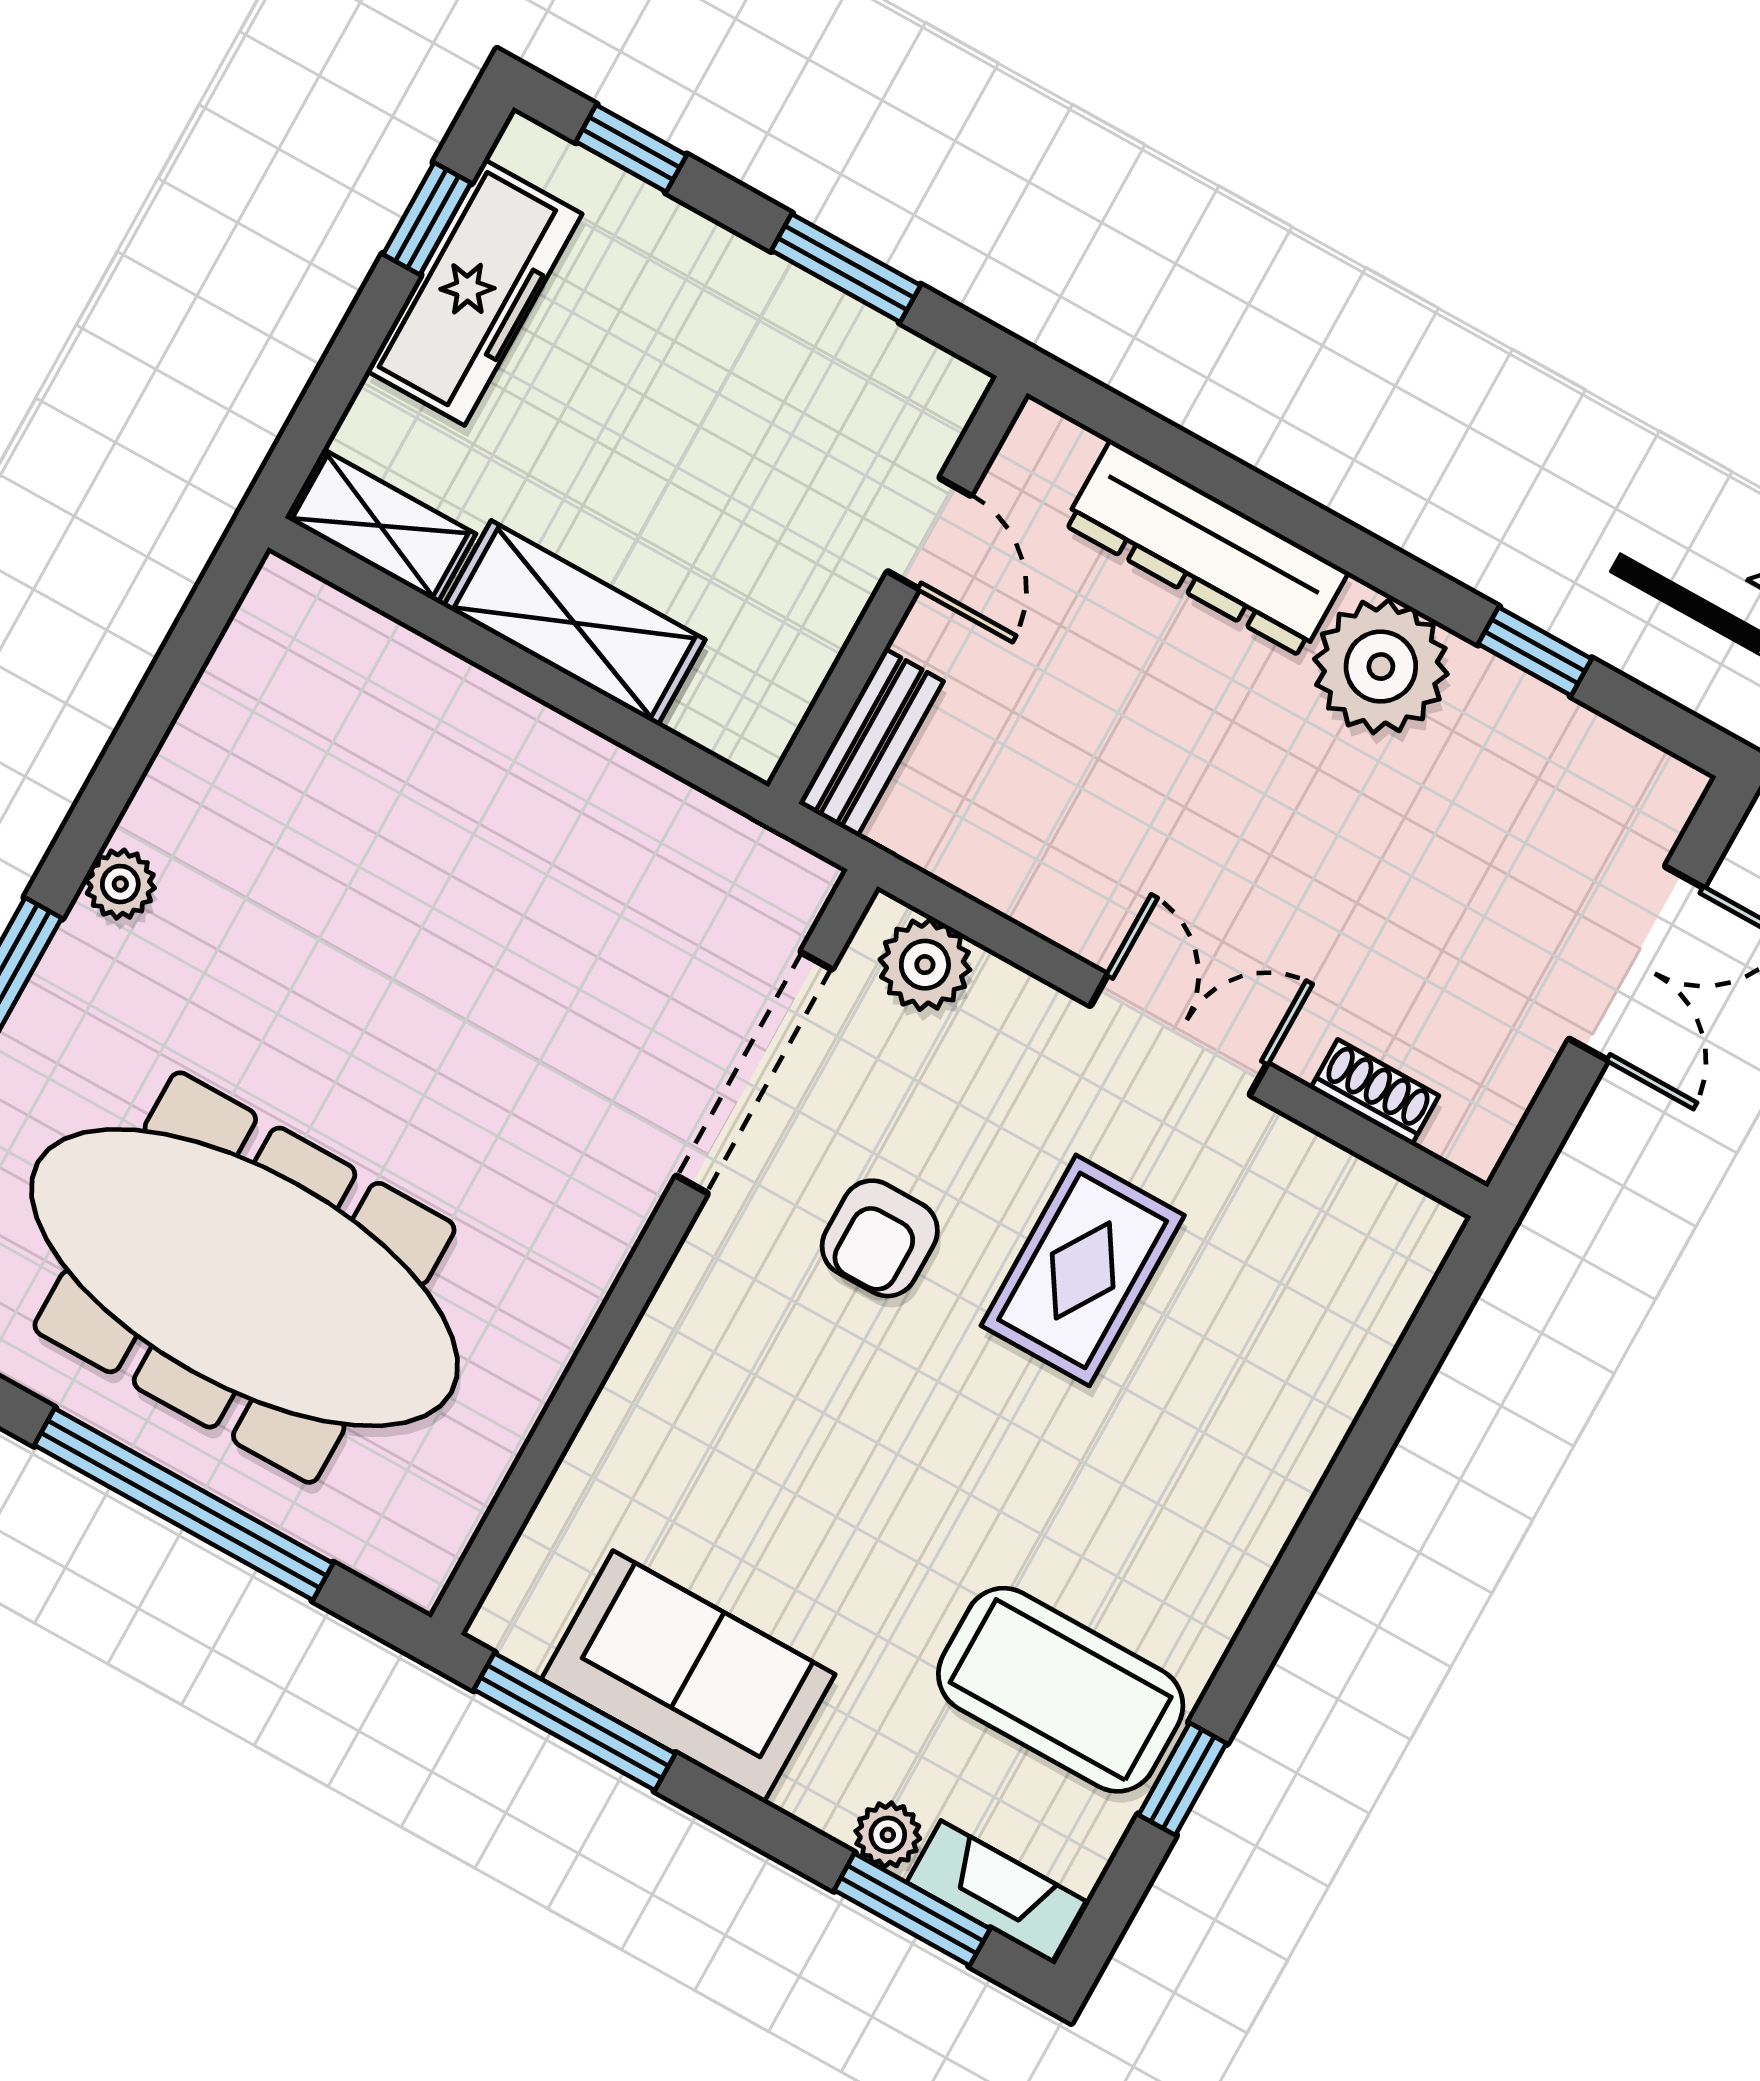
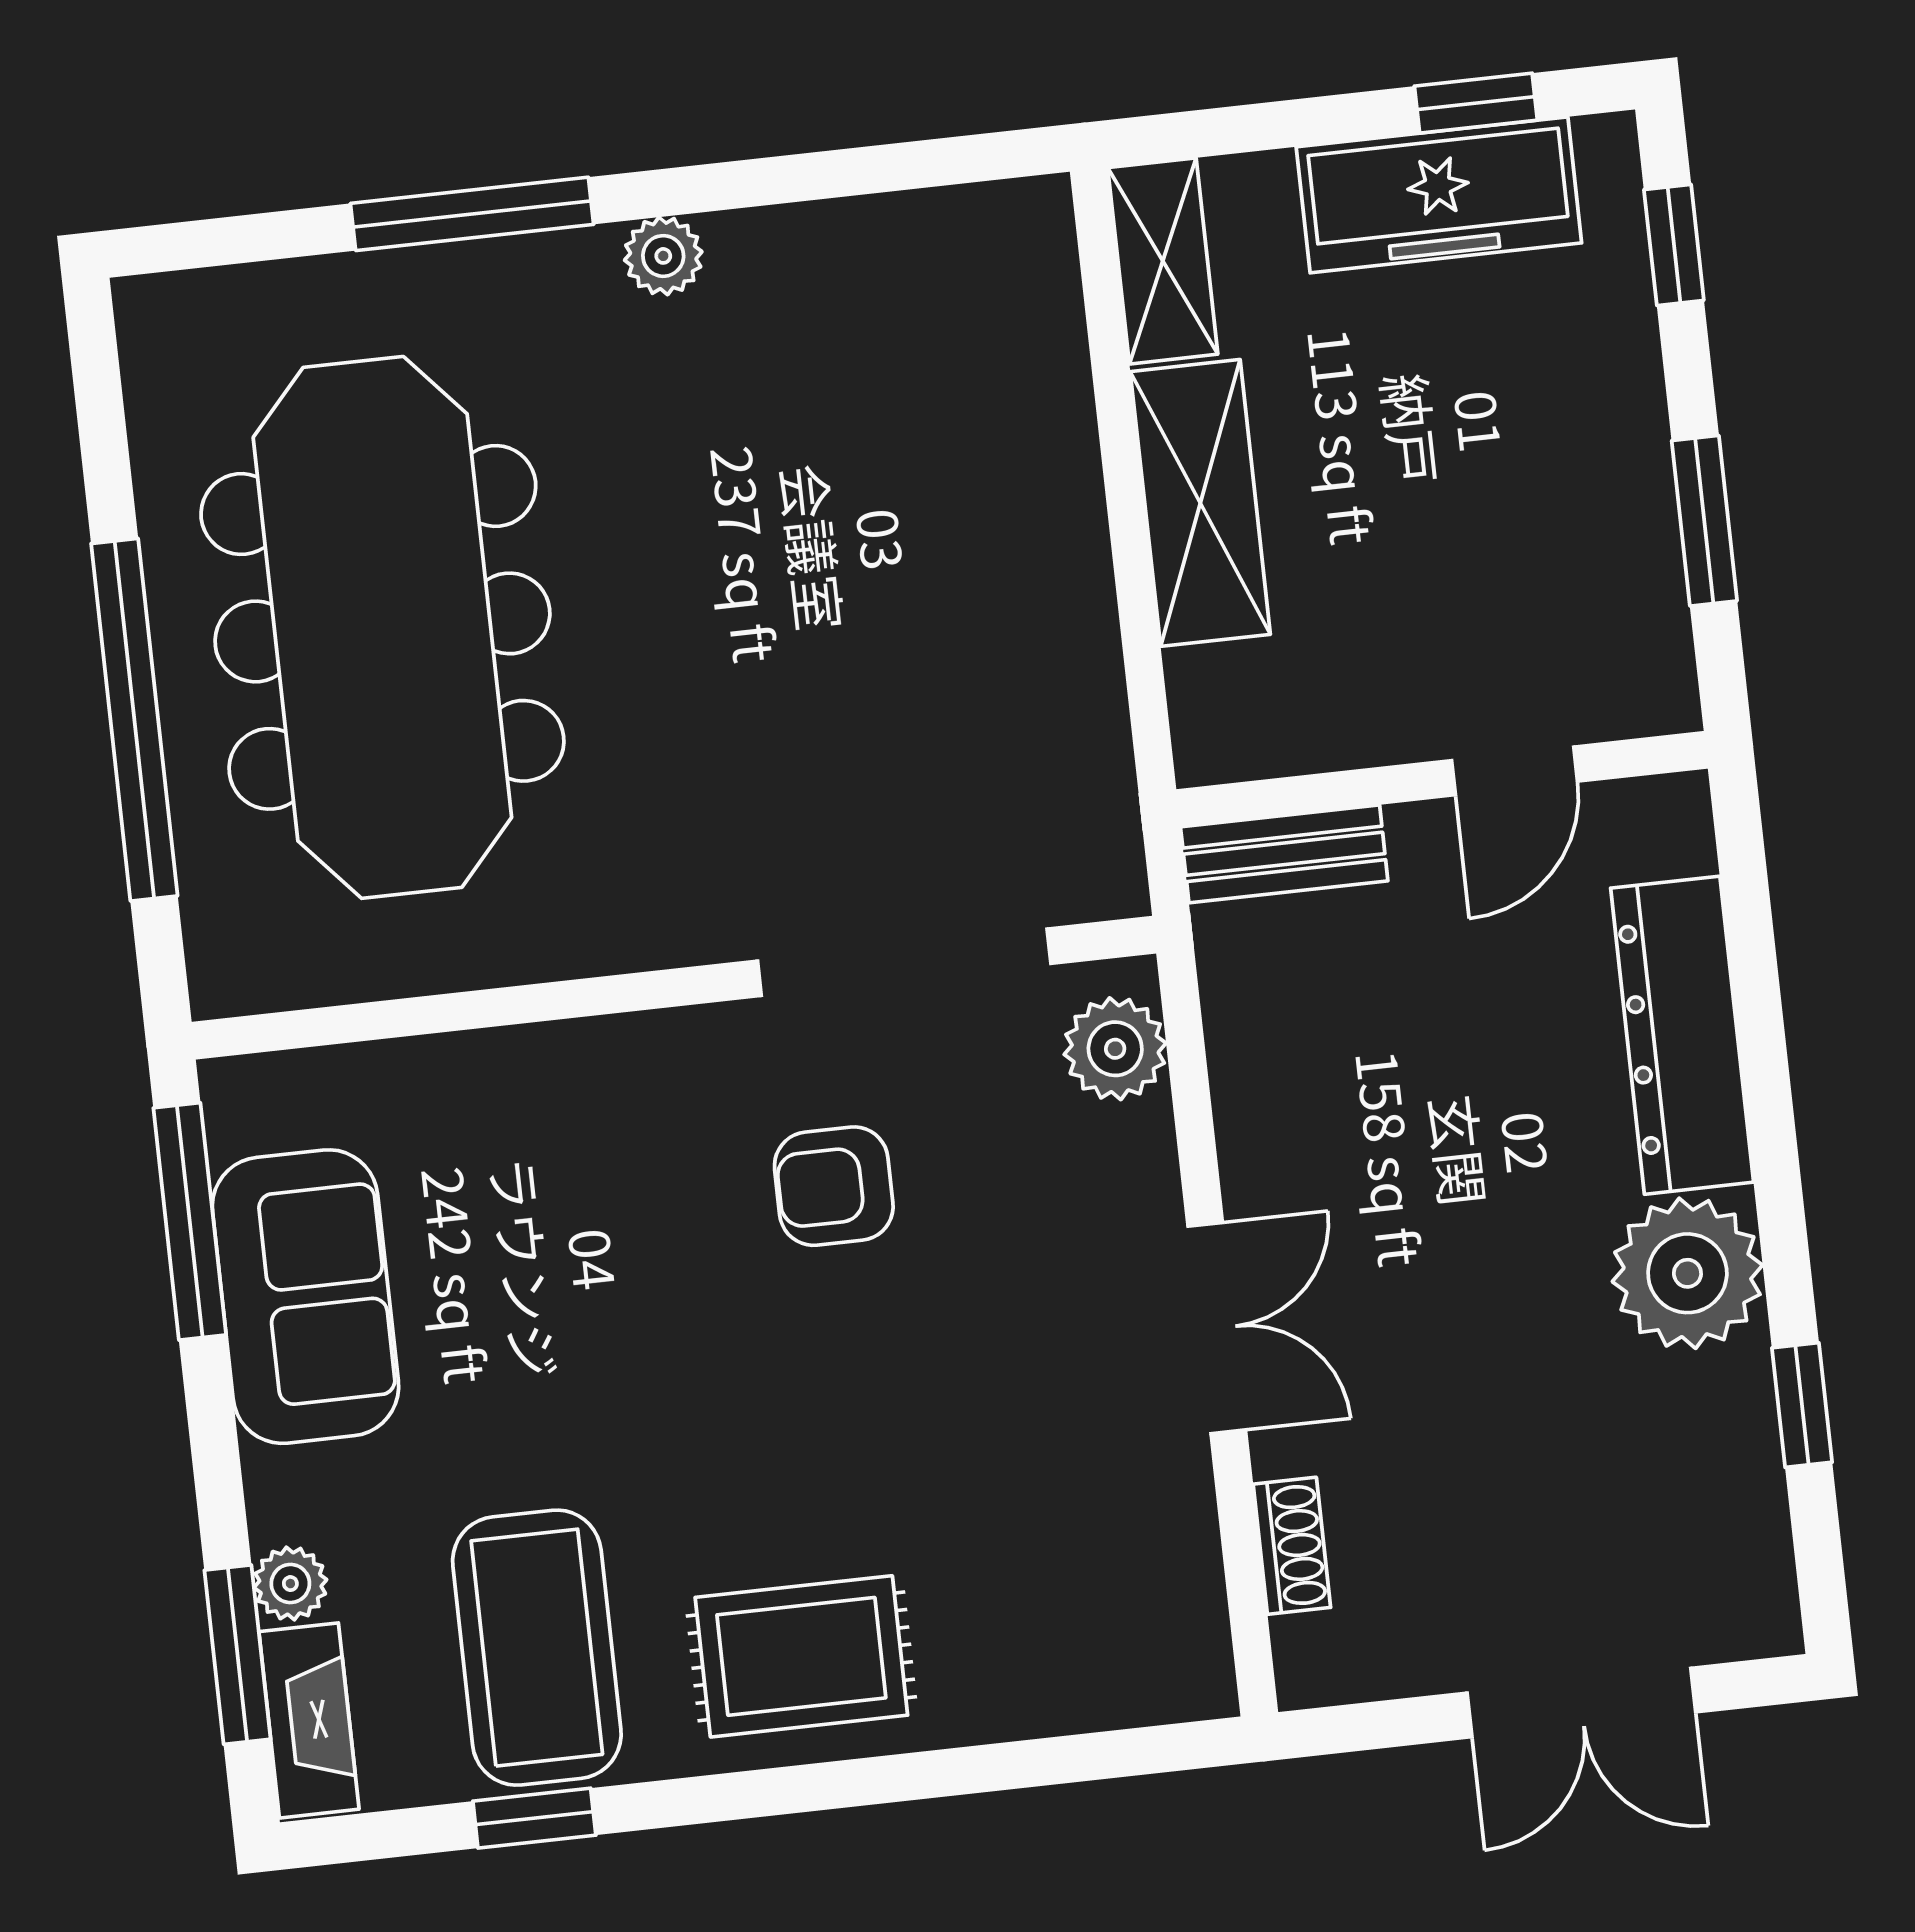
rug: (1083, 1270) -> (801, 1656), moved

